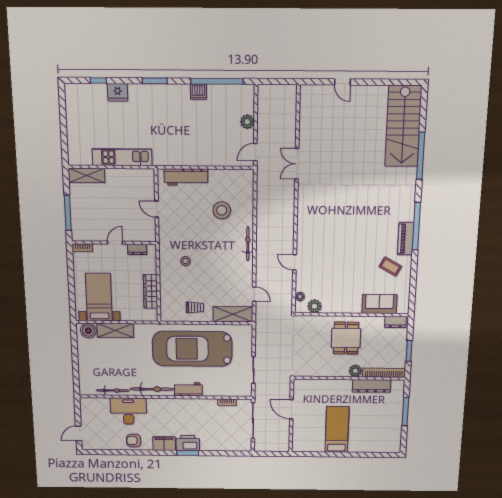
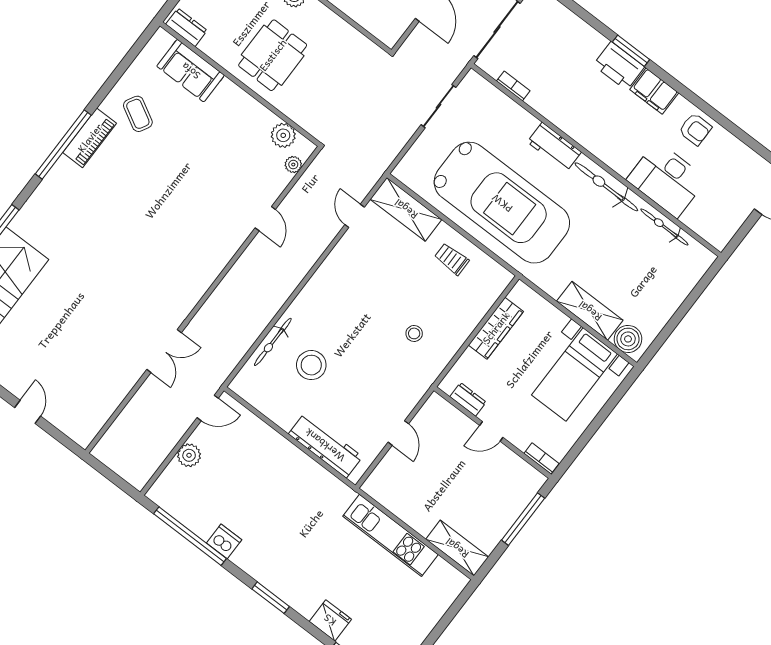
bicycle: (248, 244) -> (273, 342), moved

